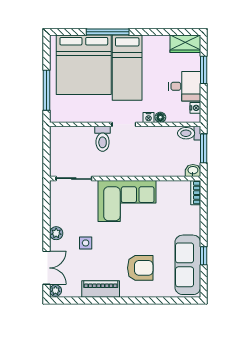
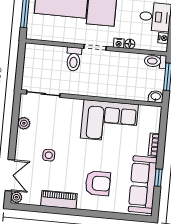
bookcase: (196, 193) -> (154, 145), moved
corner sofa: (127, 201) -> (109, 121), moved
plant: (56, 233) -> (24, 123), moved

